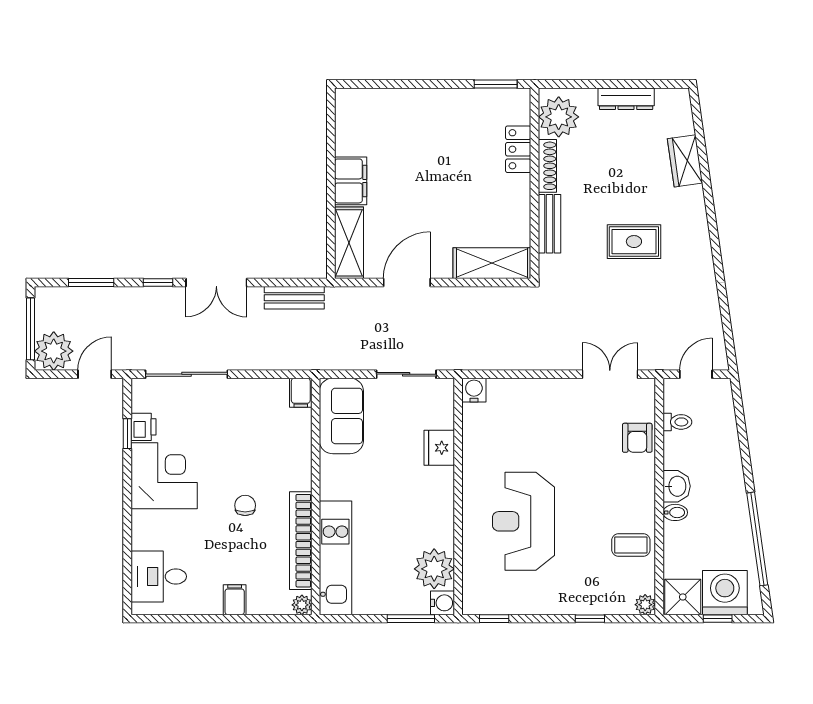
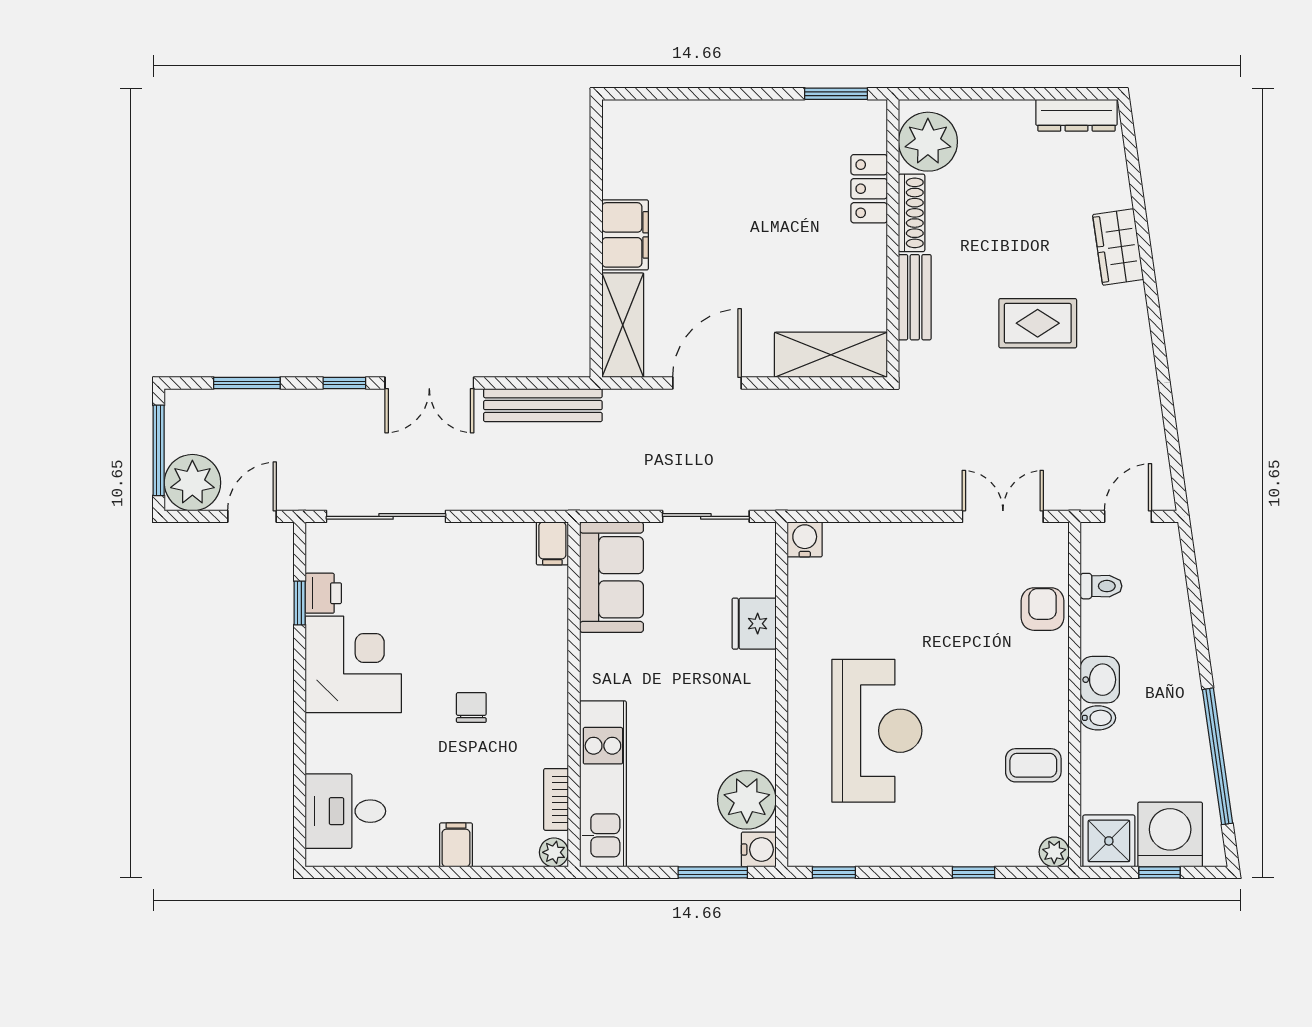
dresser: (626, 99) -> (1076, 115), moved
wardrobe: (685, 161) -> (1118, 247), moved
bench: (294, 298) -> (543, 405), width x1.36
armchair: (637, 438) -> (1043, 609), turned 180
reception desk: (524, 521) -> (877, 731), turned 180
bookcase: (301, 541) -> (556, 799), width x0.43, depth x0.76

